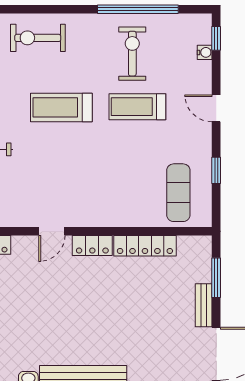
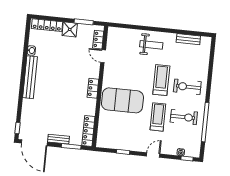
exercise bike: (38, 38) -> (187, 87), moved, turned -90
exercise mat: (178, 193) -> (122, 100), moved, width x2.00, depth x1.45
door: (52, 231) -> (103, 56), moved
locker: (145, 246) -> (88, 131), moved

